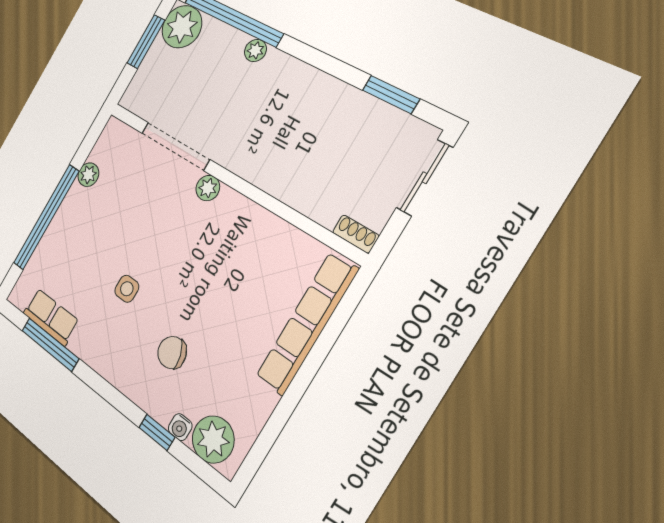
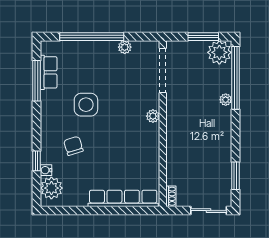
doorway: (175, 146) -> (163, 71), moved
side table: (127, 289) -> (86, 105), width x1.87, depth x1.87

